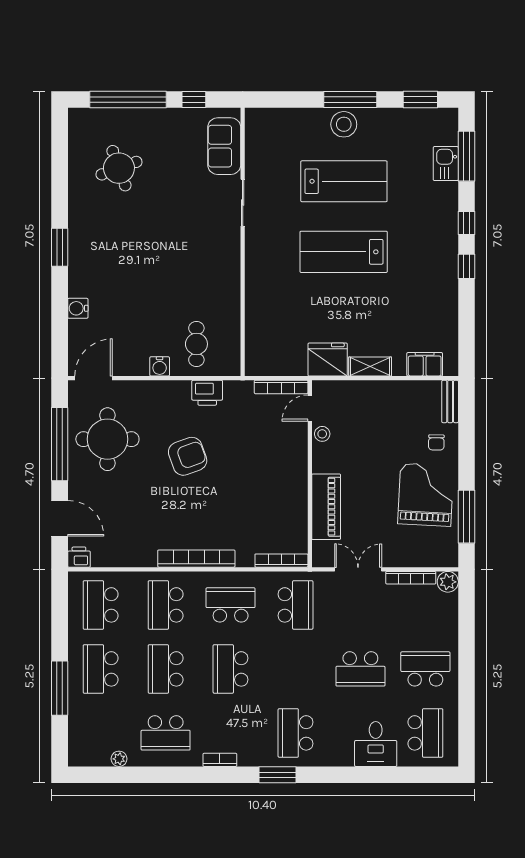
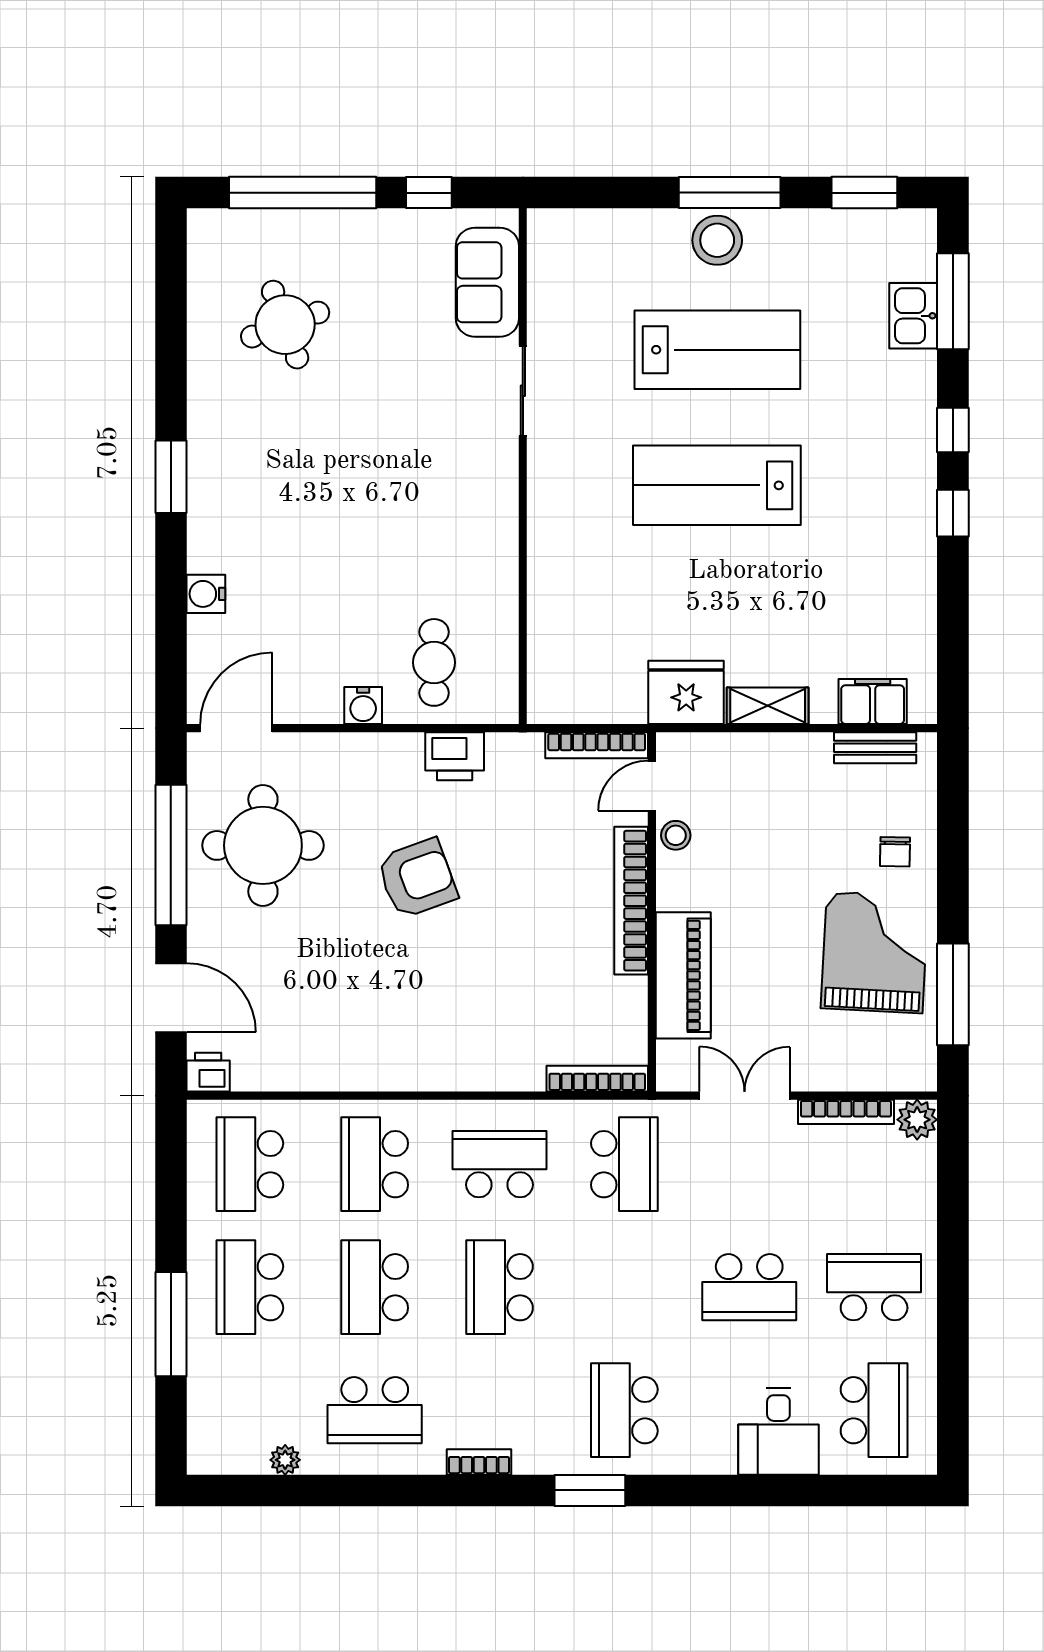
bench: (450, 401) -> (875, 748), moved, turned 90
bookcase: (196, 559) -> (631, 901), moved, turned -90

